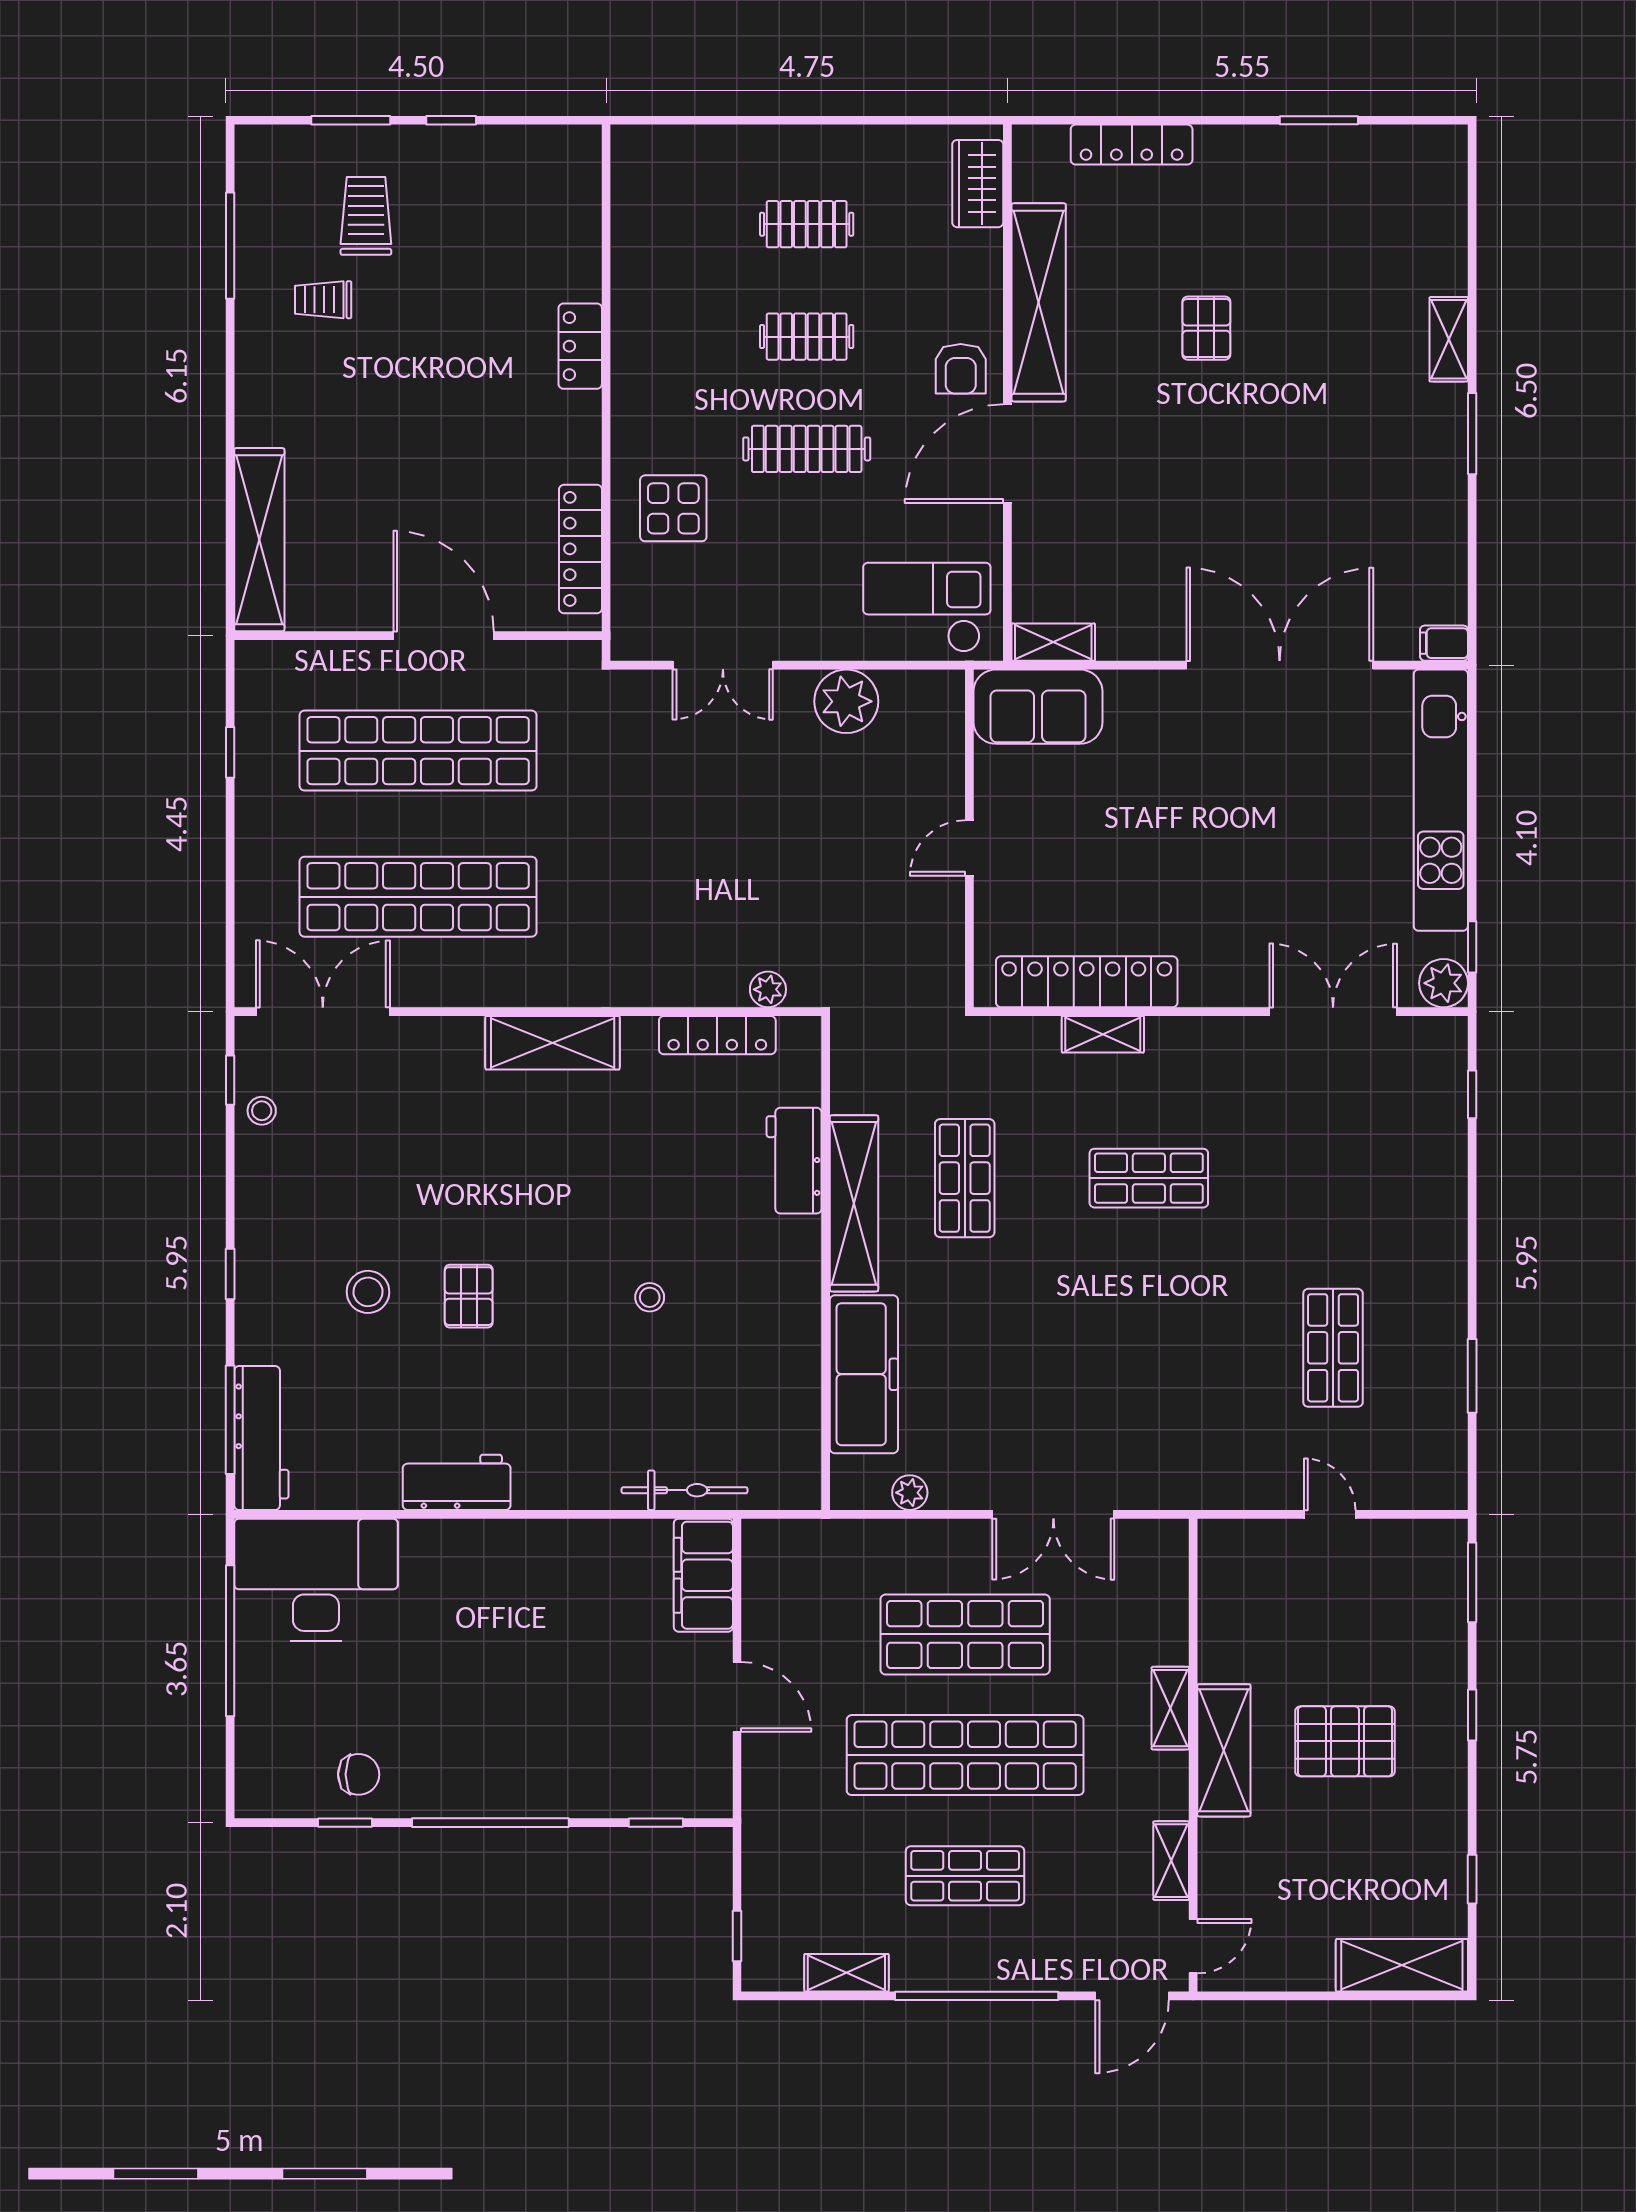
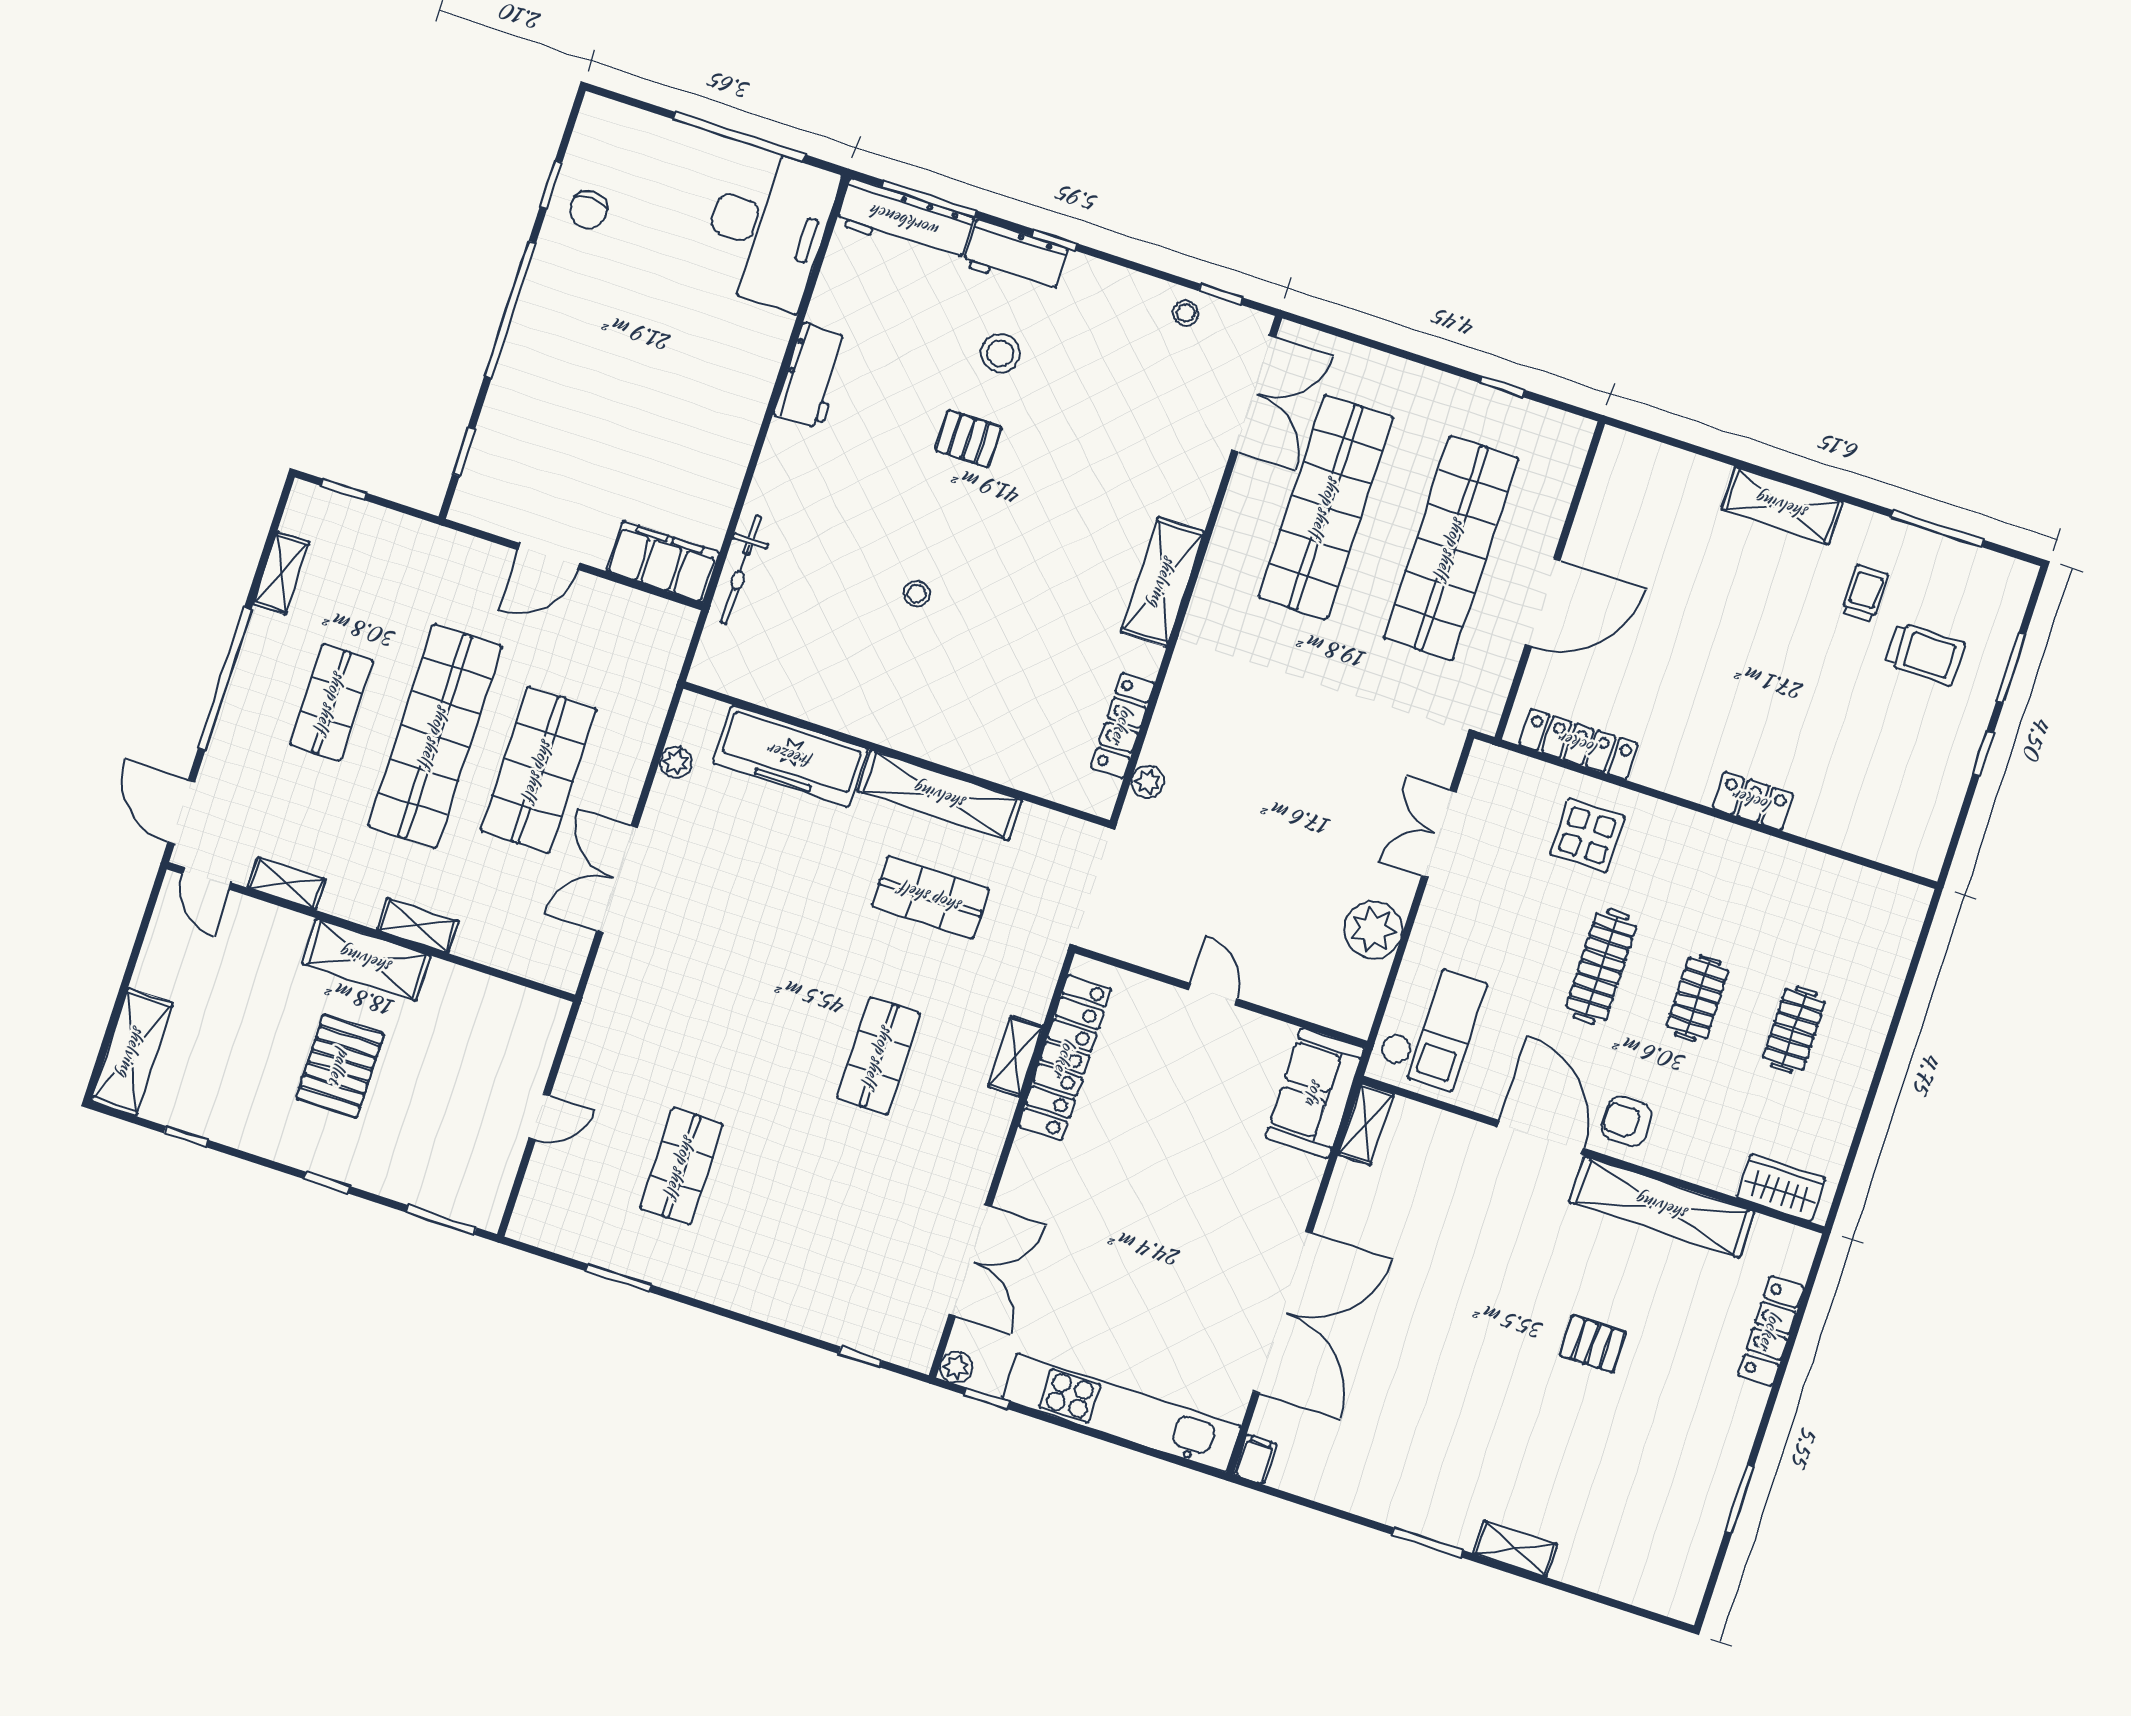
shelving: (259, 540) -> (1782, 506), moved, width x0.68
plant: (1444, 983) -> (956, 1367), width x0.73, depth x0.73
workbench: (794, 1161) -> (1015, 257), moved, turned 180
shop shelf: (1333, 1348) -> (681, 1166), turned 90

